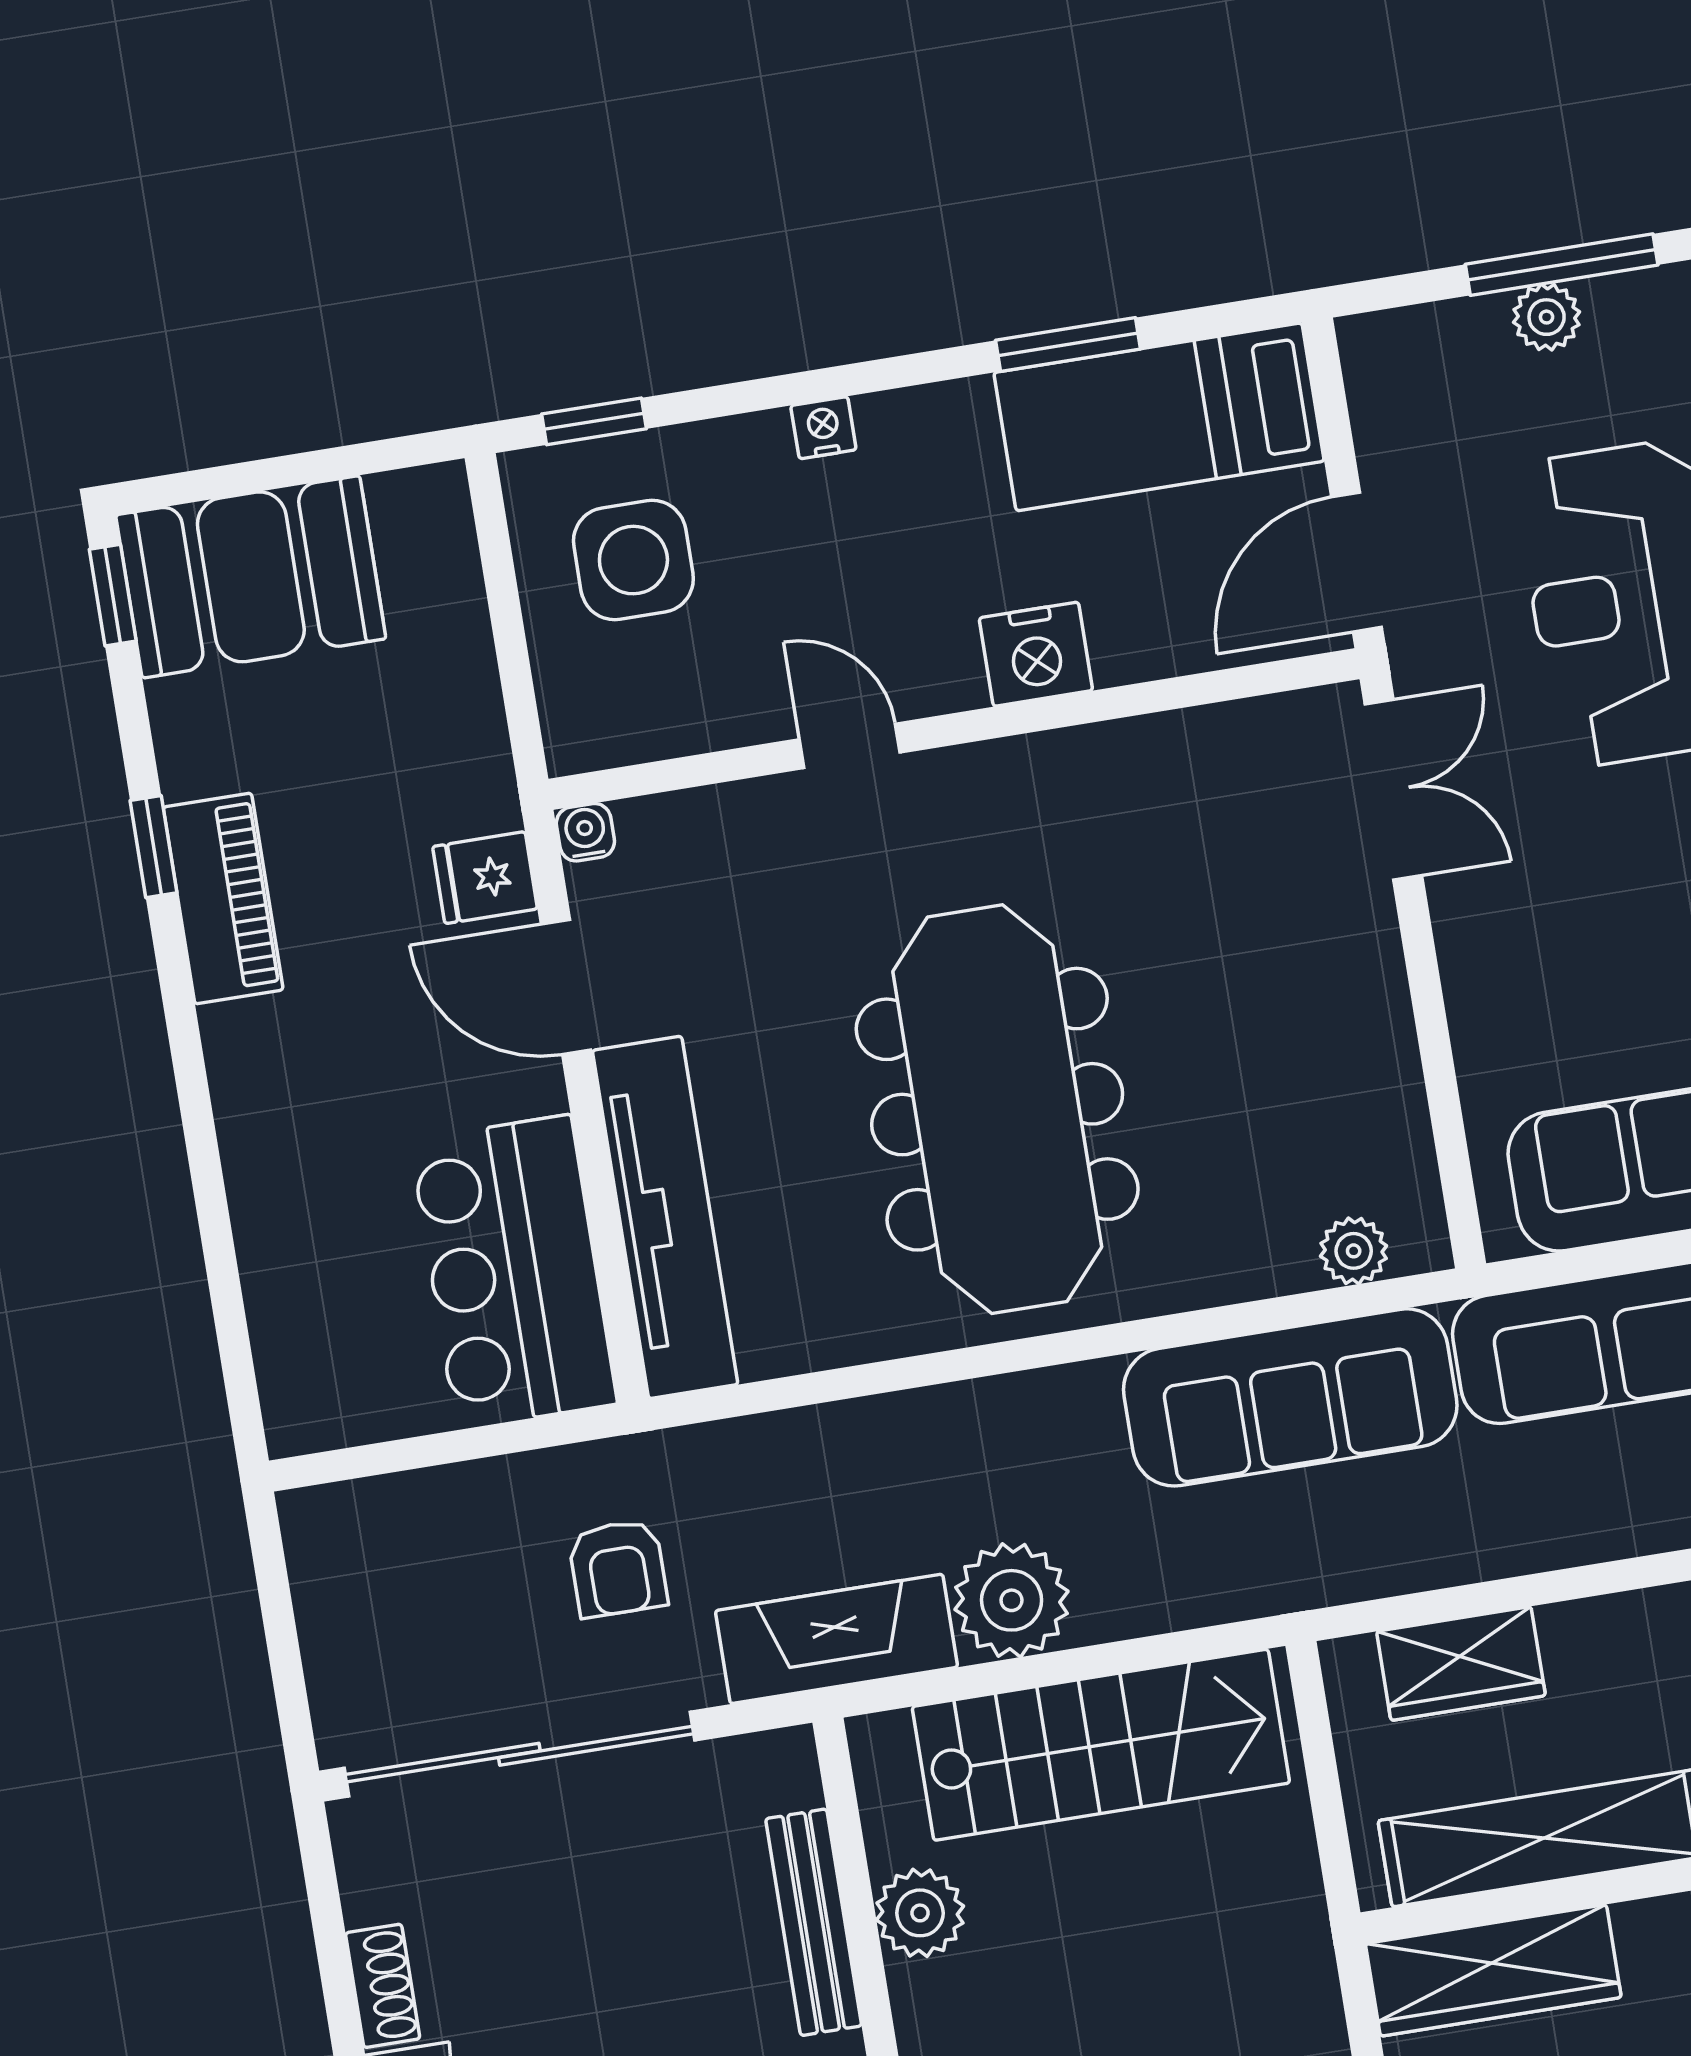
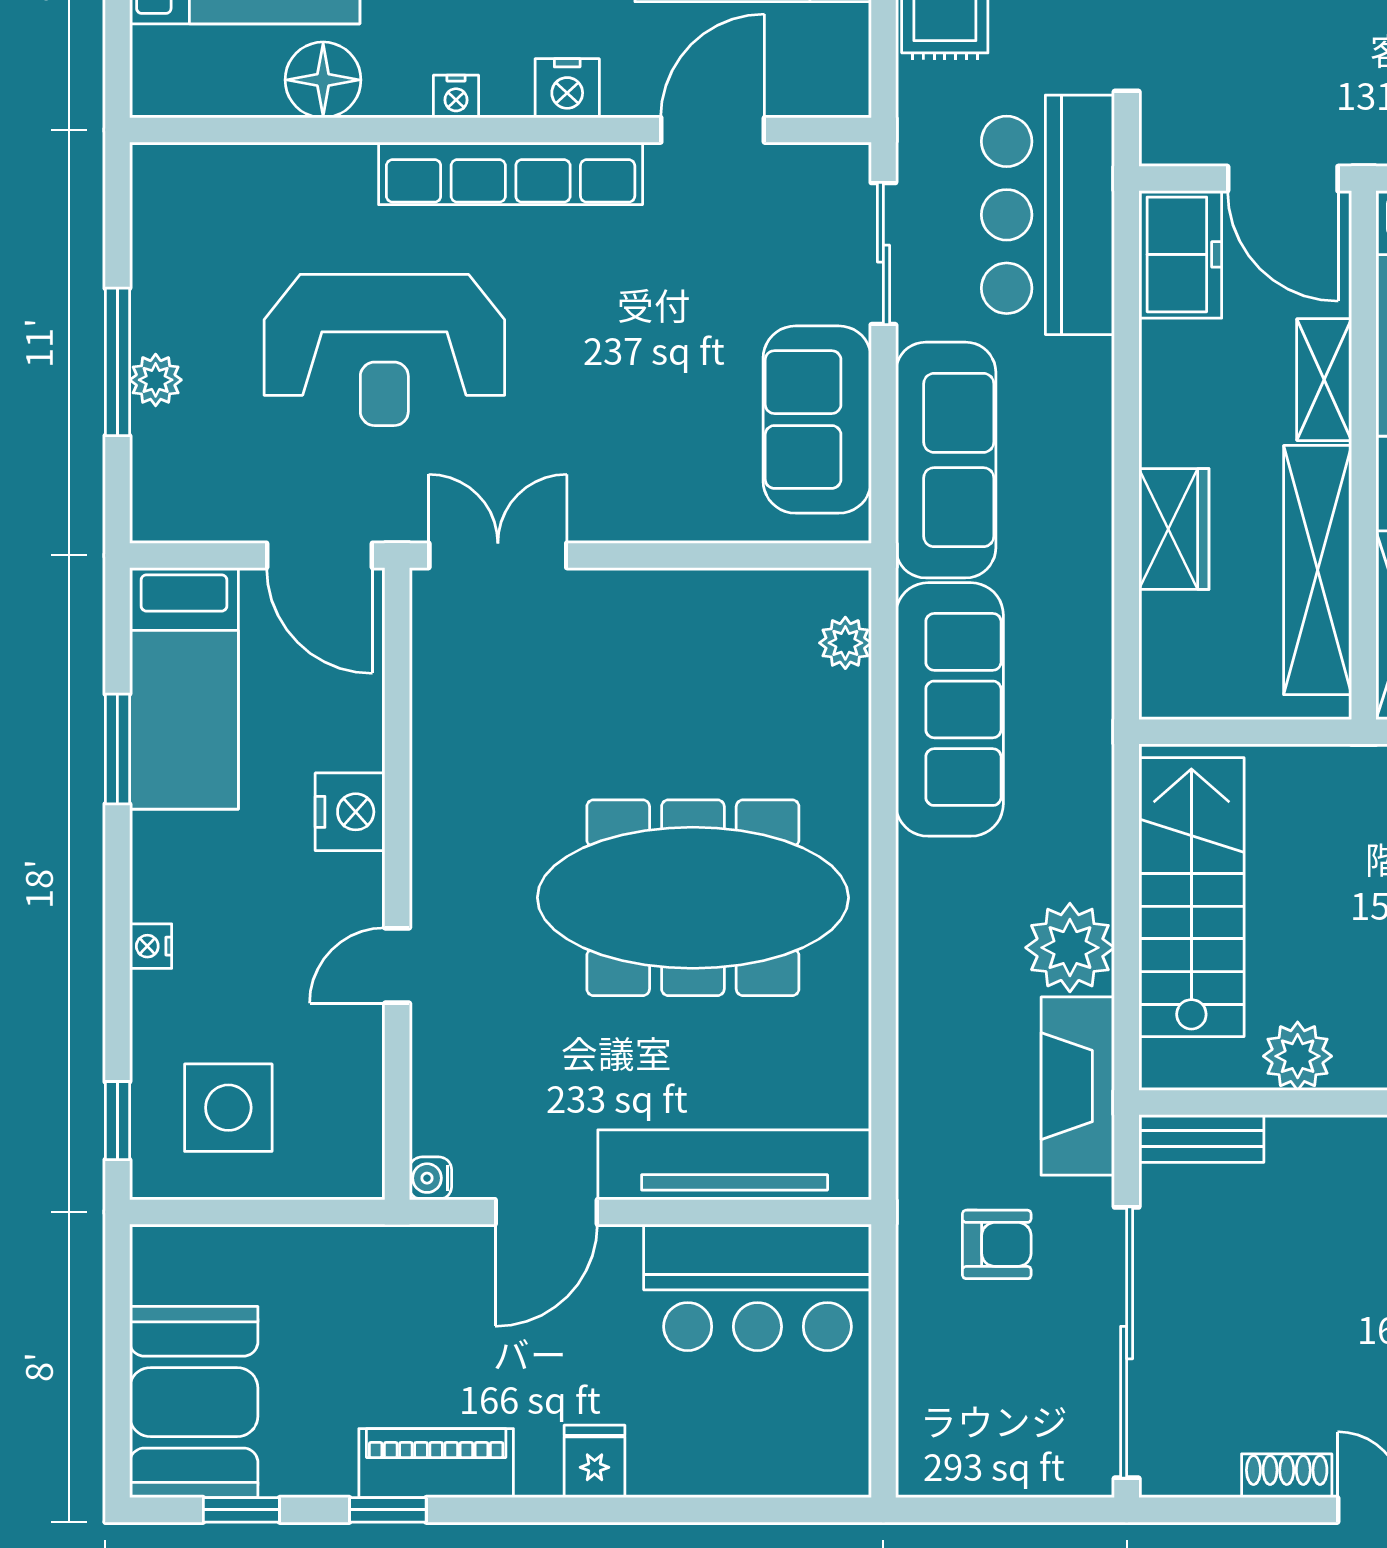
window: (113, 595) -> (241, 1510), moved
fridge: (485, 878) -> (595, 1461), moved, turned 180
wardrobe: (1461, 1663) -> (1174, 529), moved
bench: (814, 1922) -> (1201, 1139), moved, width x0.73

